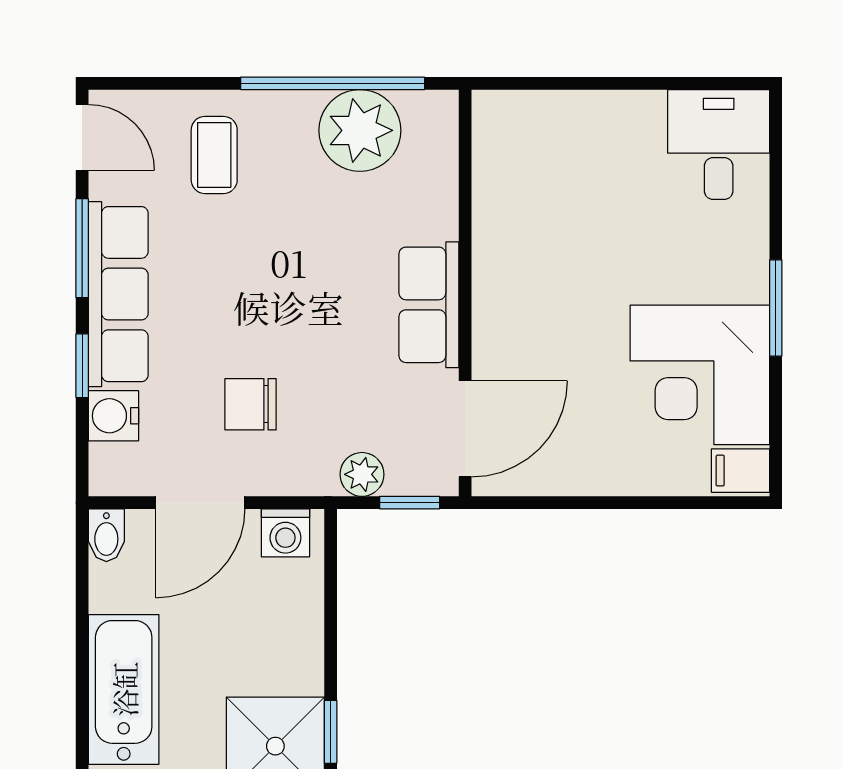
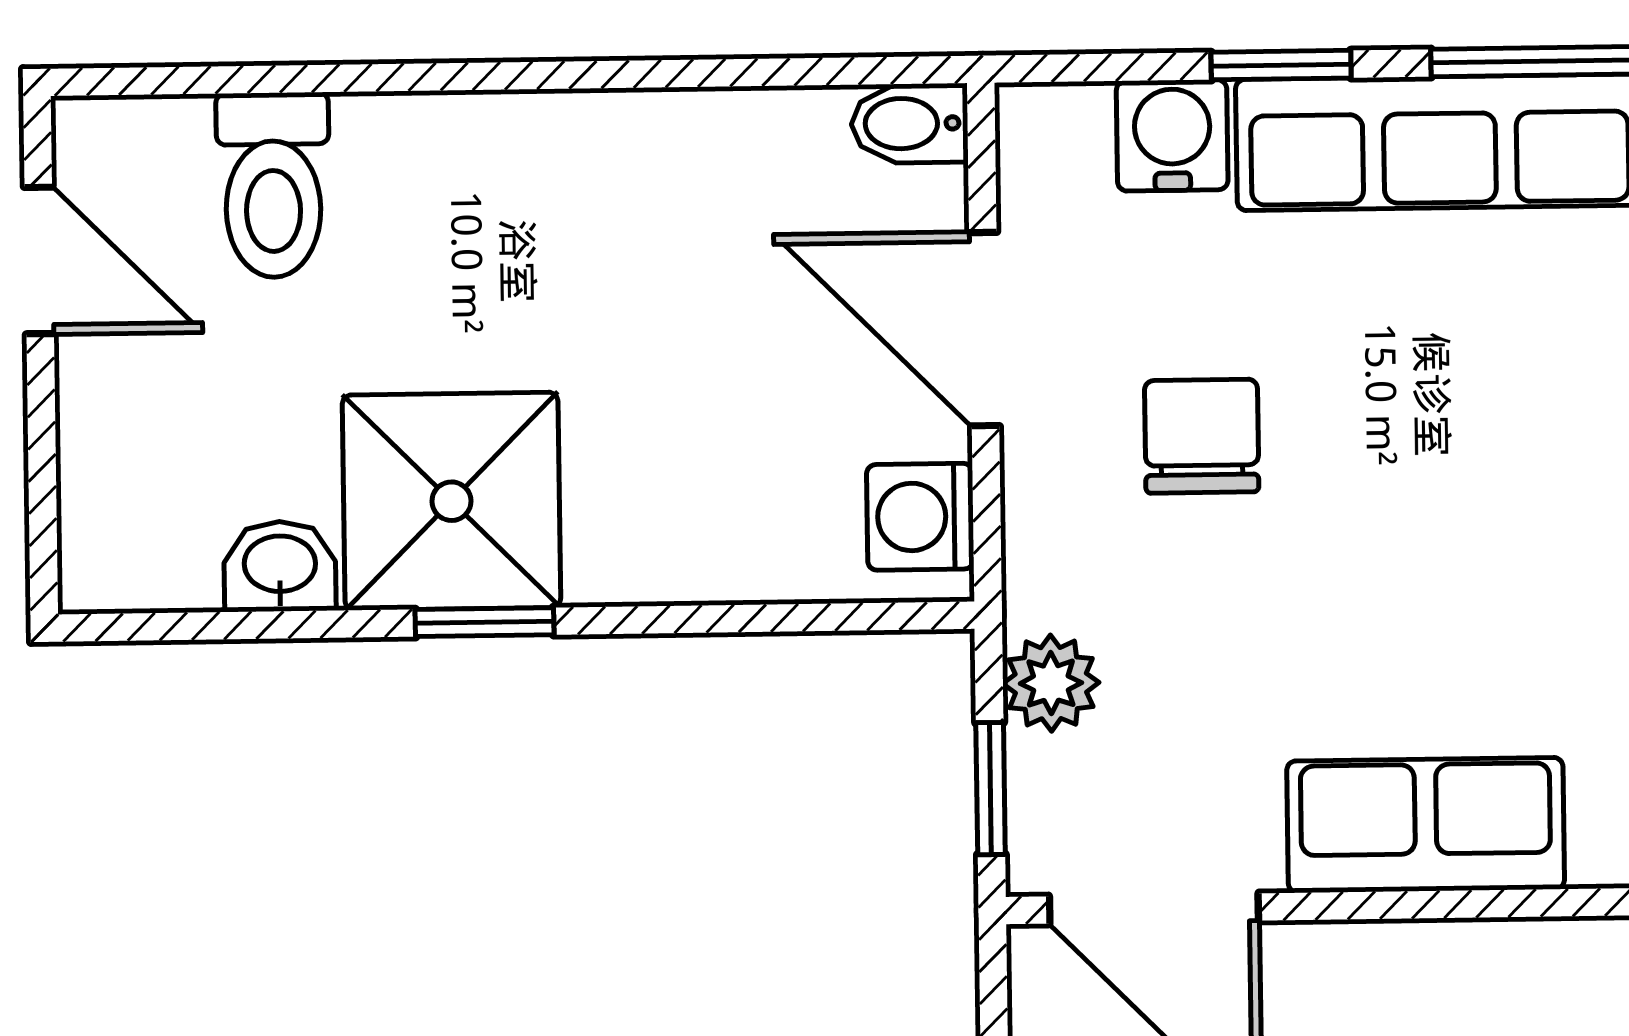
bathtub: (124, 689) -> (571, 166), removed

